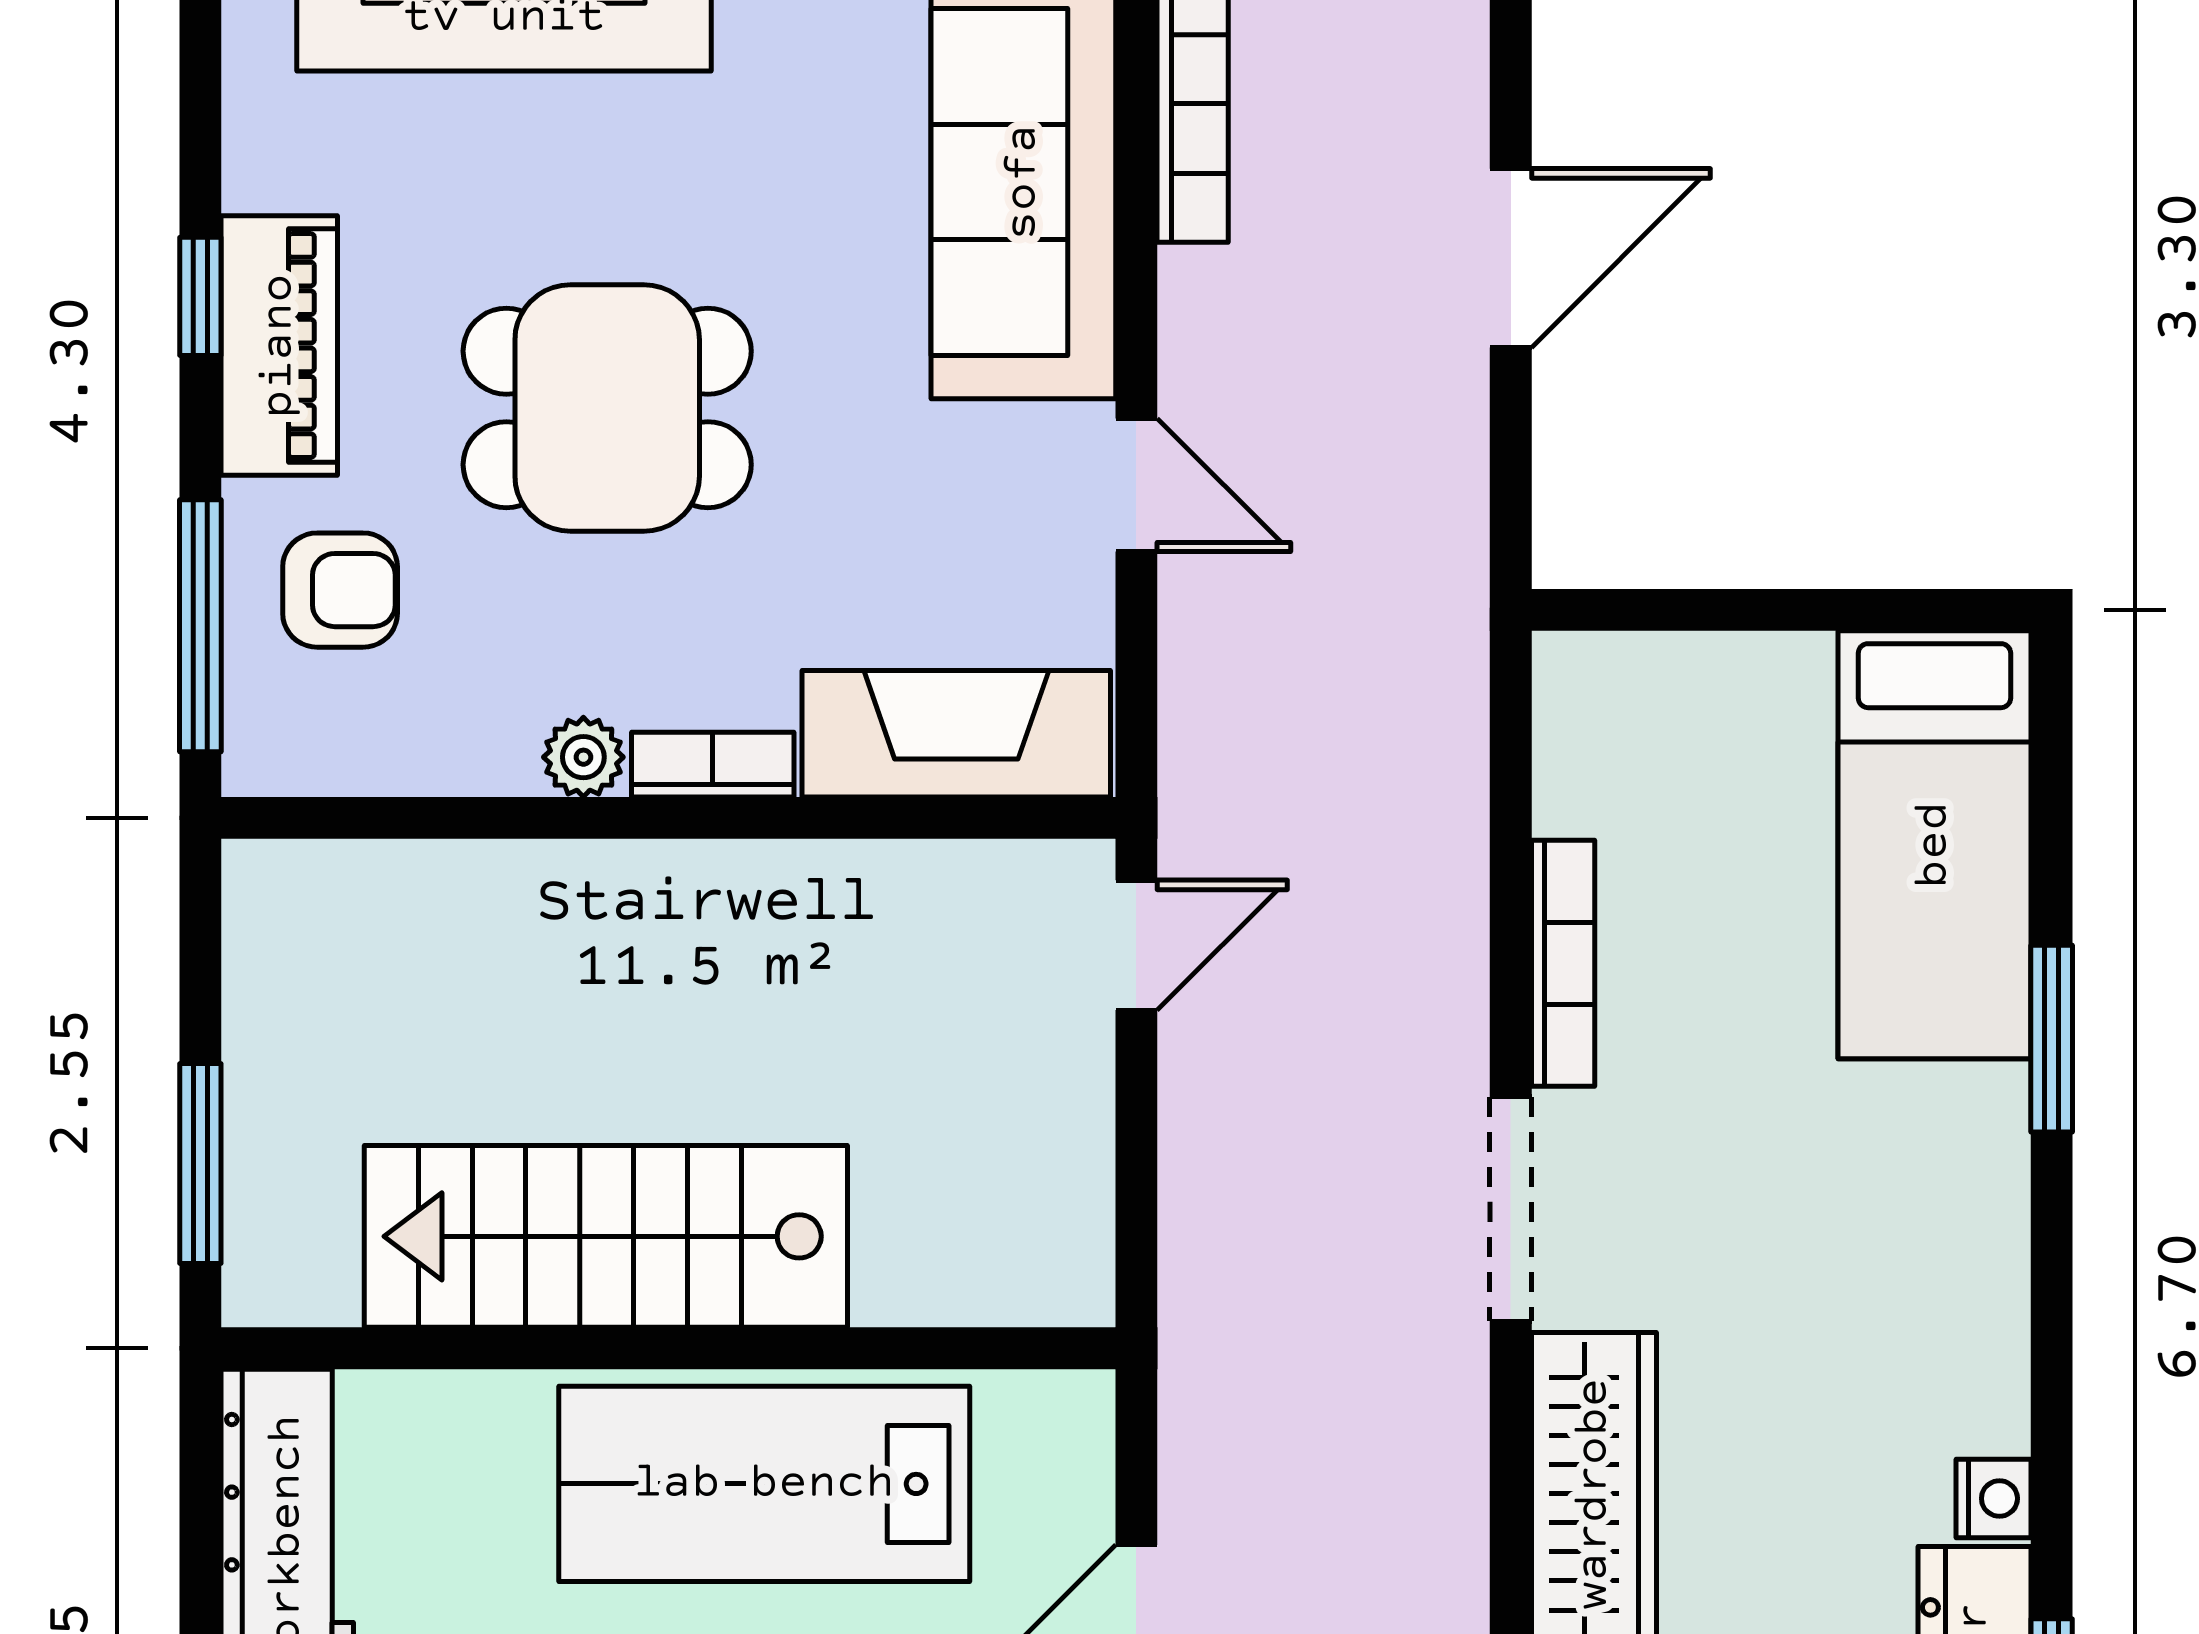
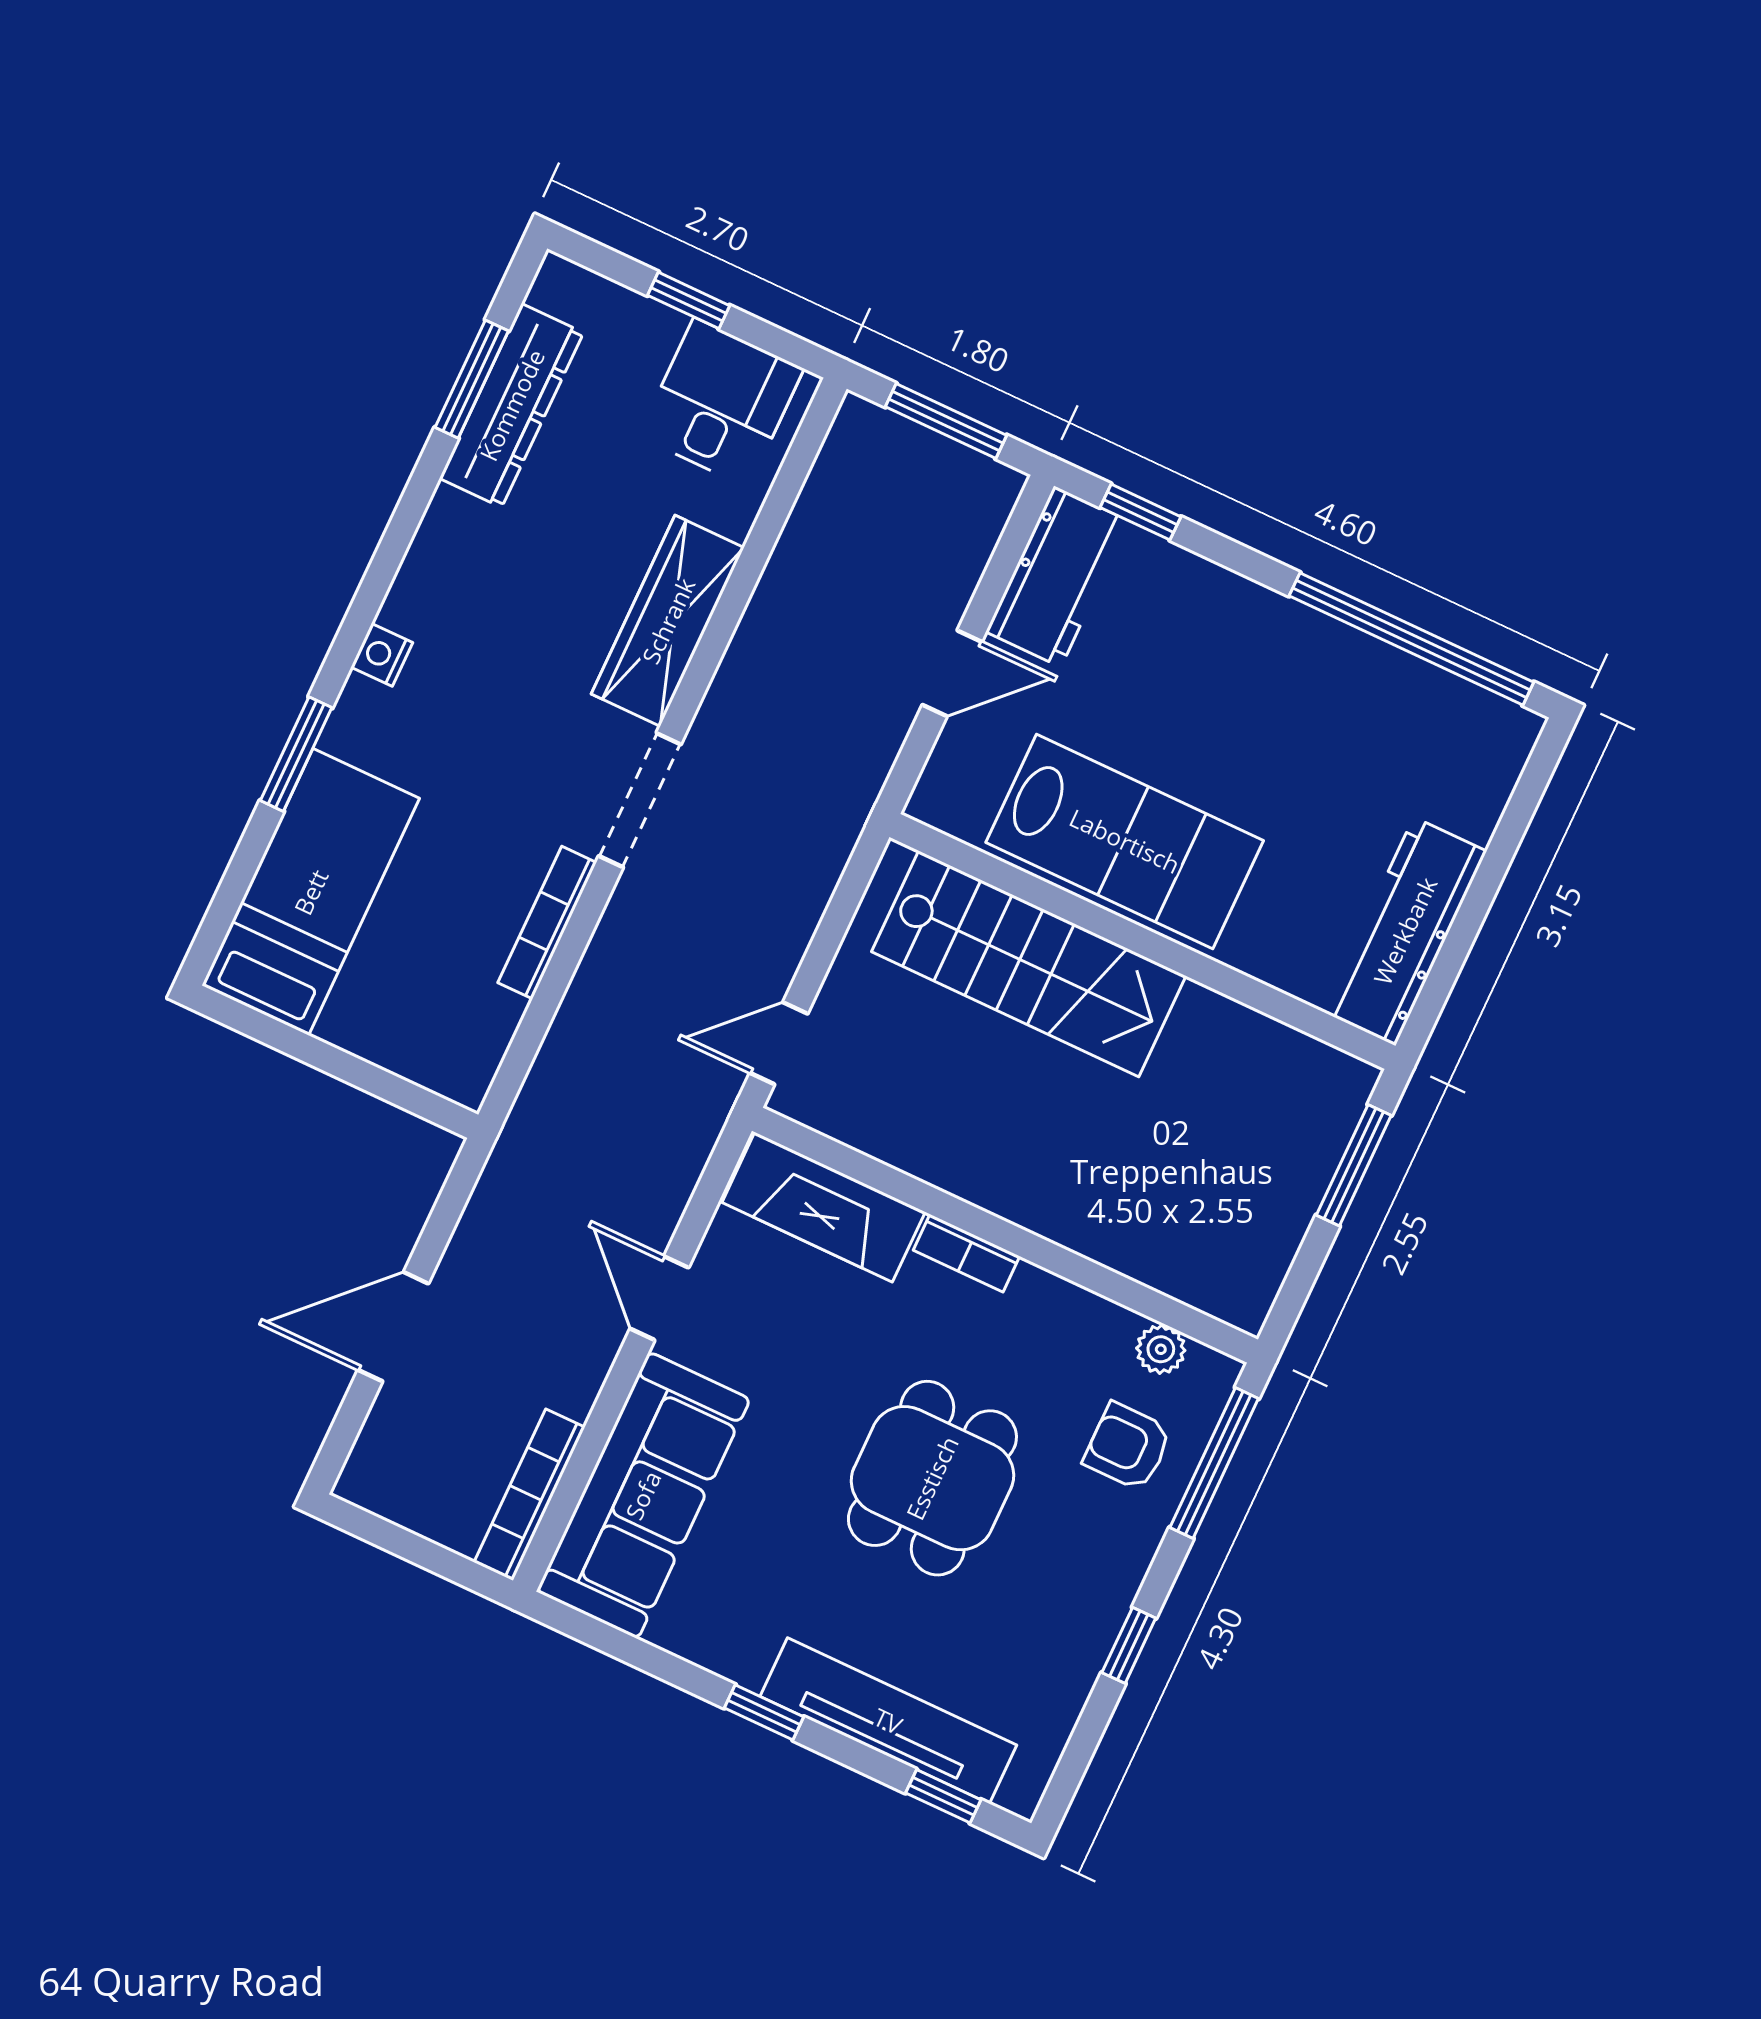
piano: (279, 346) -> (1098, 1598), removed
dining table: (607, 408) -> (932, 1478), turned 90
plant: (583, 757) -> (1161, 1349), moved
stairs: (606, 1236) -> (1029, 964), moved
nightstand: (1994, 1498) -> (382, 655), moved

